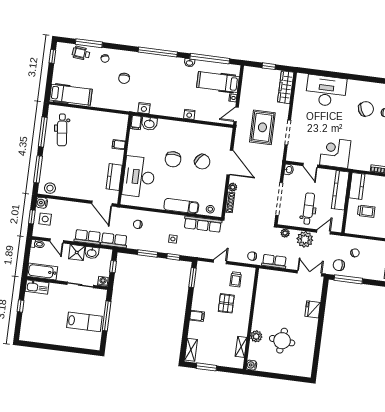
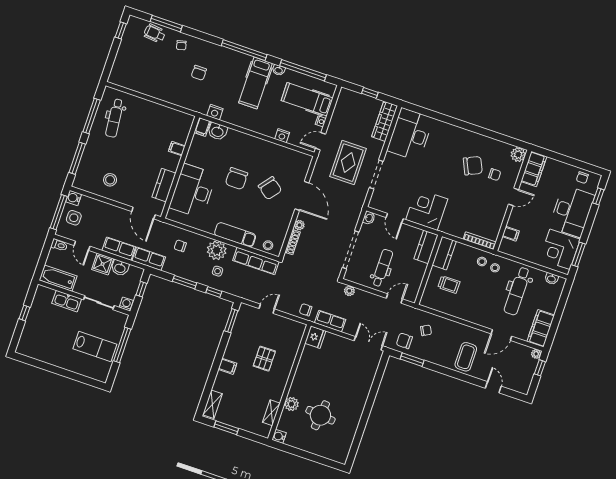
desk: (326, 91) -> (410, 134), moved, turned -90
hospital bed: (71, 95) -> (256, 83), moved, turned 90
nightstand: (189, 114) -> (282, 136), moved
stool: (50, 188) -> (110, 180), moved
kitchen counter: (340, 190) -> (426, 247), width x0.67
window: (32, 217) -> (59, 212), width x2.17
plant: (305, 239) -> (217, 250), moved
trolley: (236, 279) -> (281, 333), removed
window: (348, 279) -> (412, 360), width x0.69
kitchen sink: (37, 287) -> (67, 301), moved
fridge: (313, 309) -> (315, 337), moved, turned 180

